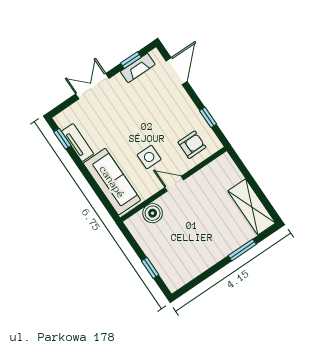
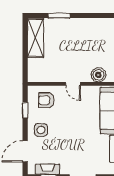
side table: (149, 157) -> (41, 130), moved

